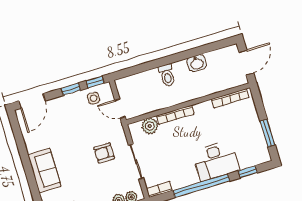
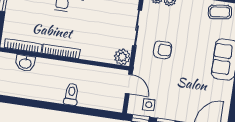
washbasin: (197, 63) -> (25, 63), moved, turned 180
bookcase: (175, 115) -> (61, 51), moved
plant: (150, 126) -> (122, 57), moved

